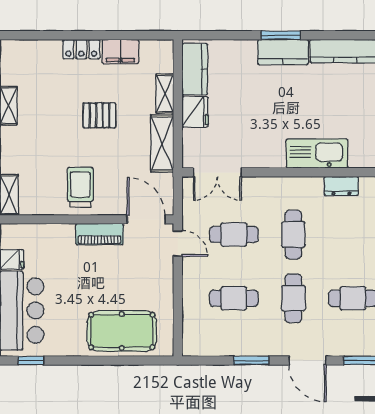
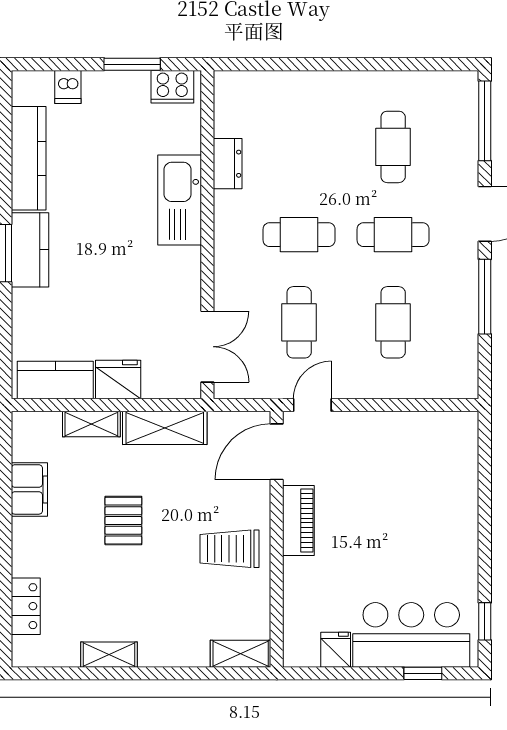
locker: (81, 49) -> (26, 606), moved
pool table: (122, 331) -> (441, 488), removed
window: (251, 360) -> (485, 297), width x1.44

